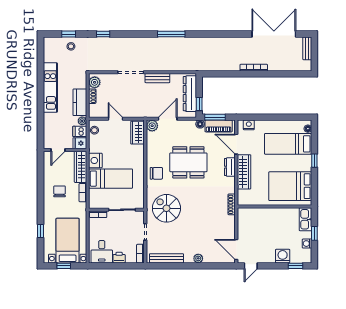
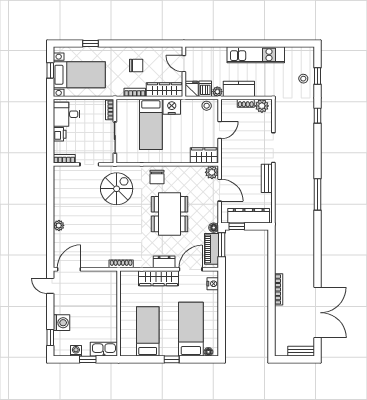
bed: (290, 186) -> (148, 331), width x0.67
bench: (166, 258) -> (59, 189), removed

